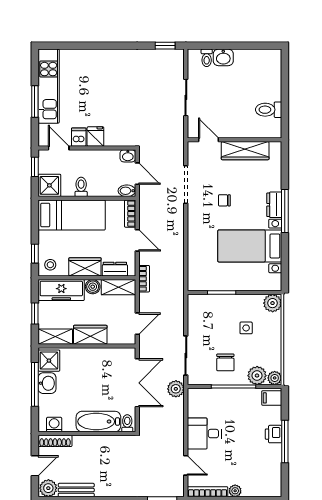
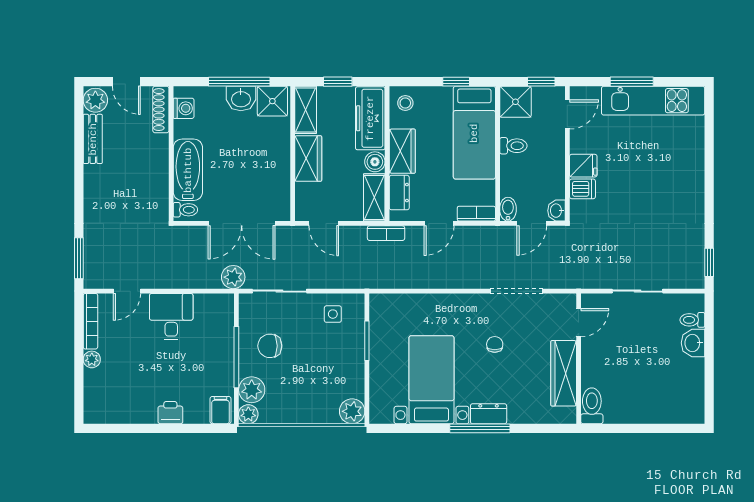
toilet: (269, 110) -> (592, 406), moved
dishwasher: (79, 137) -> (582, 189), moved
window: (35, 254) -> (456, 82), moved
side table: (246, 328) -> (333, 314), moved
window: (285, 442) -> (160, 428), removed

